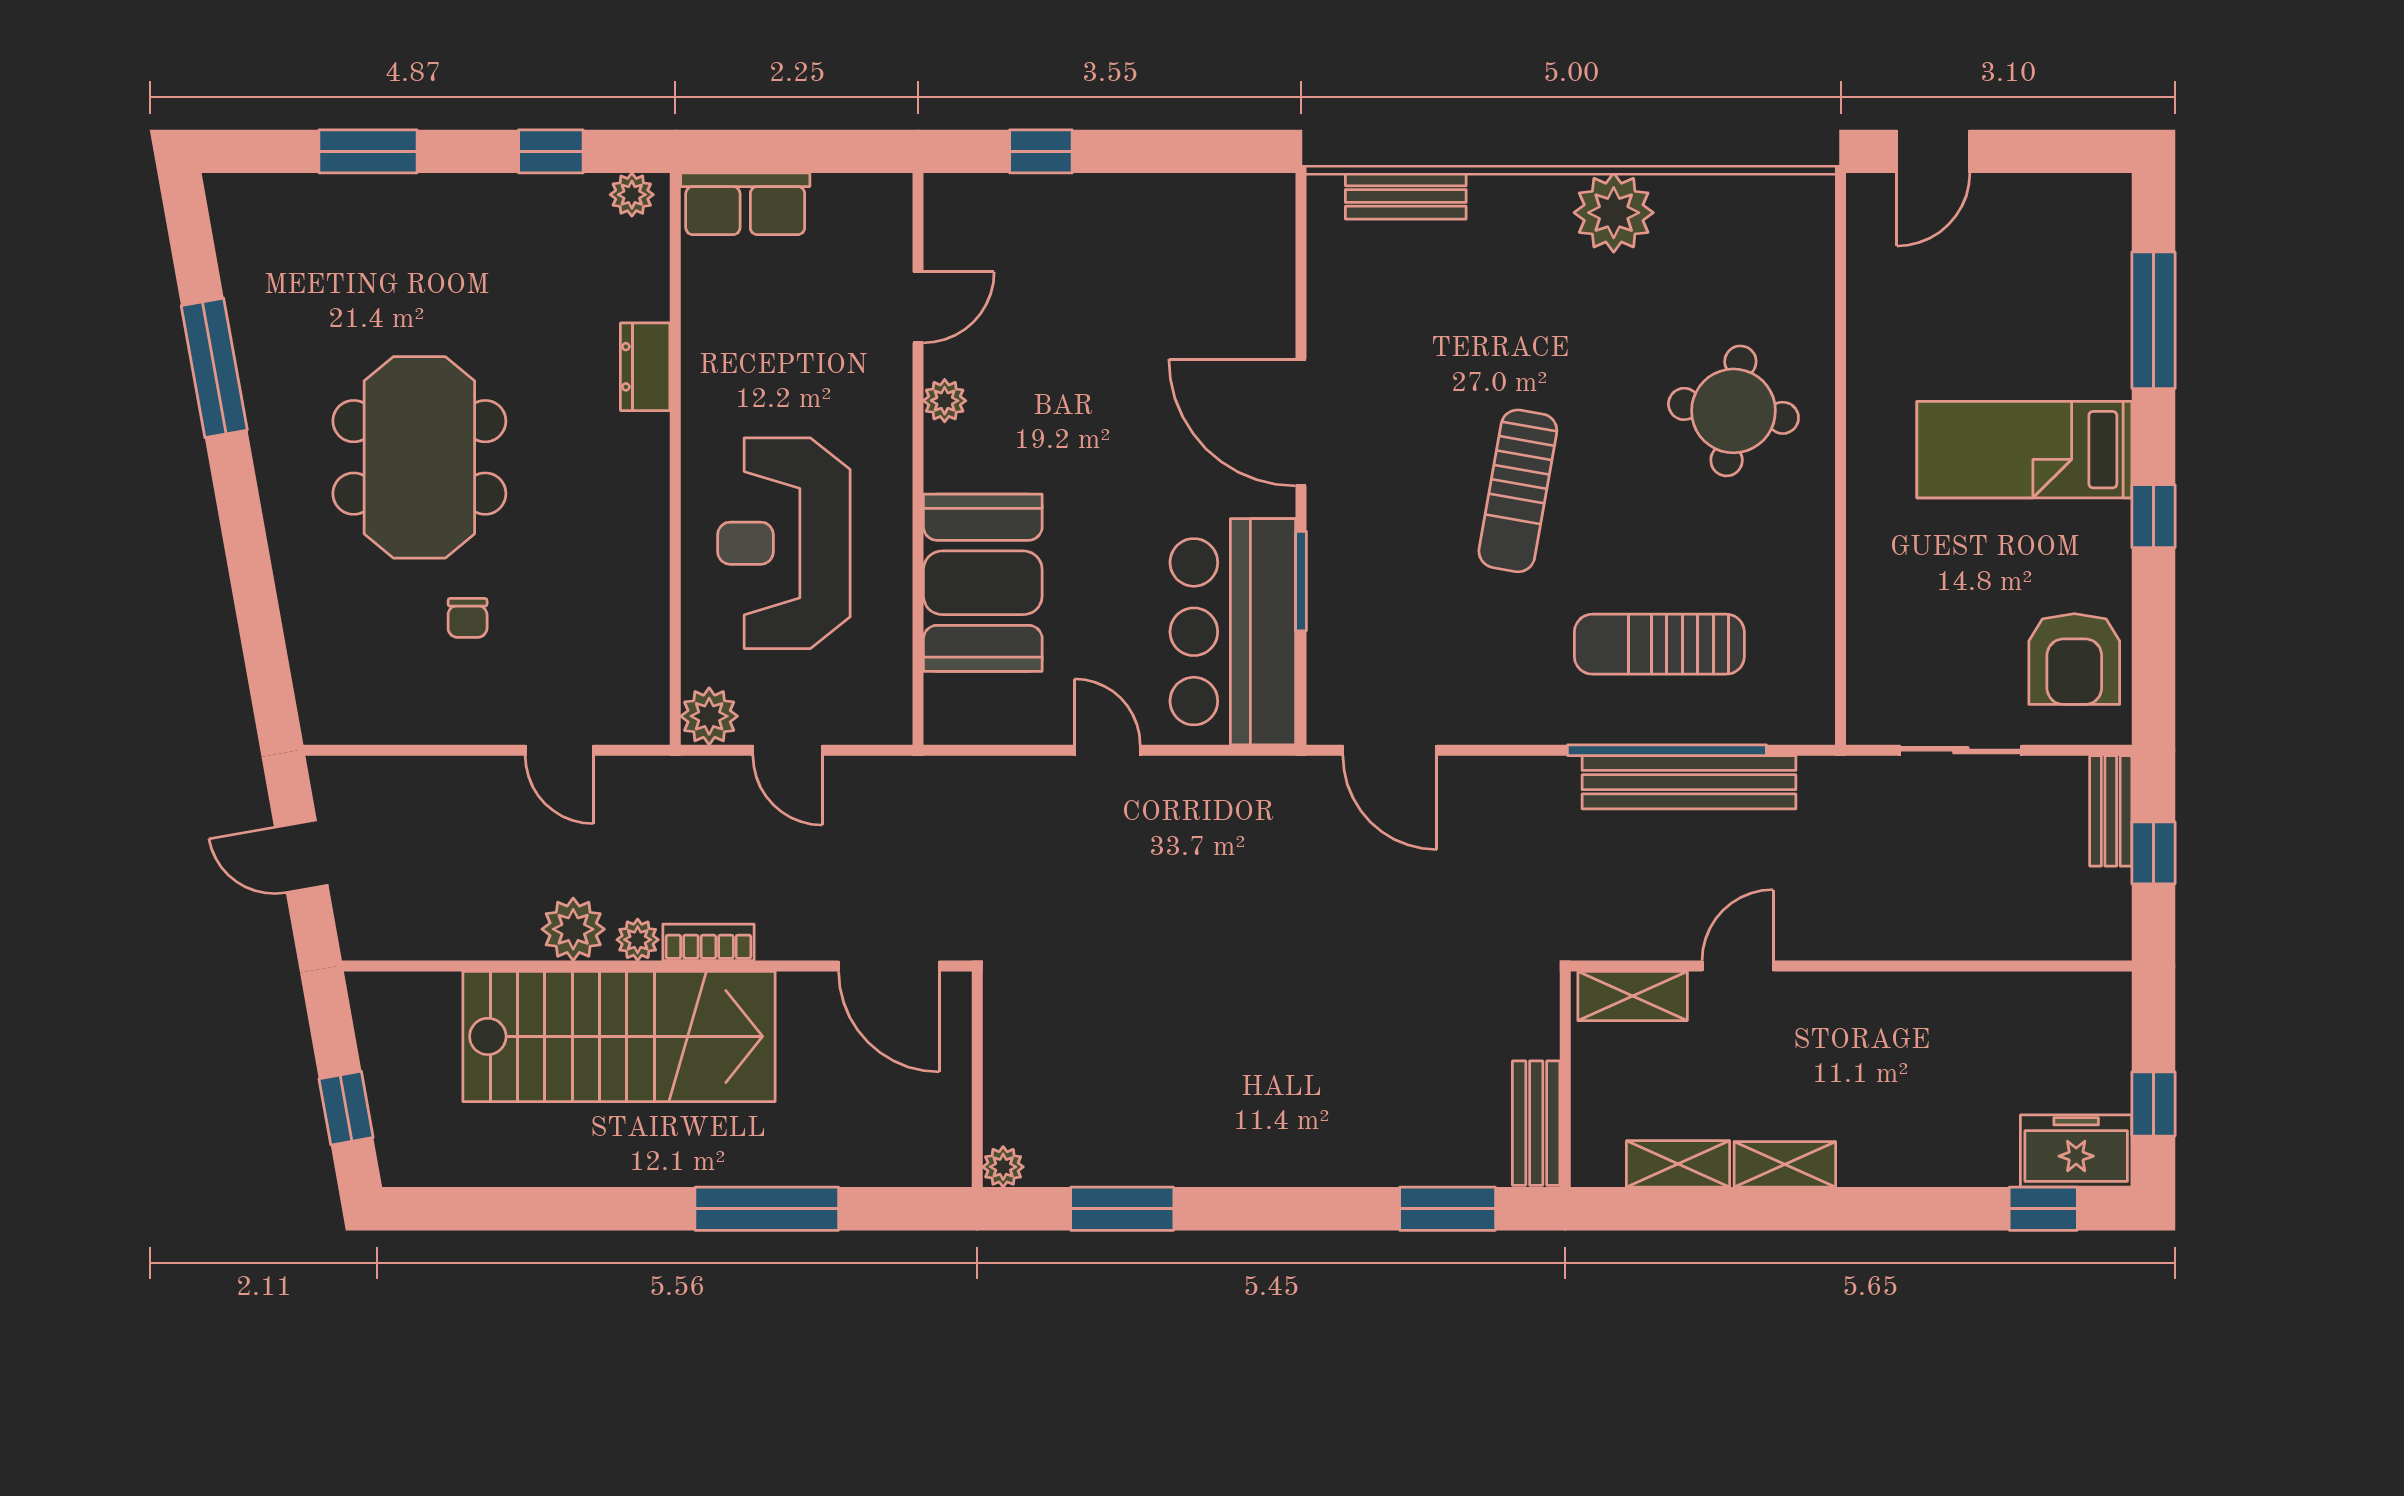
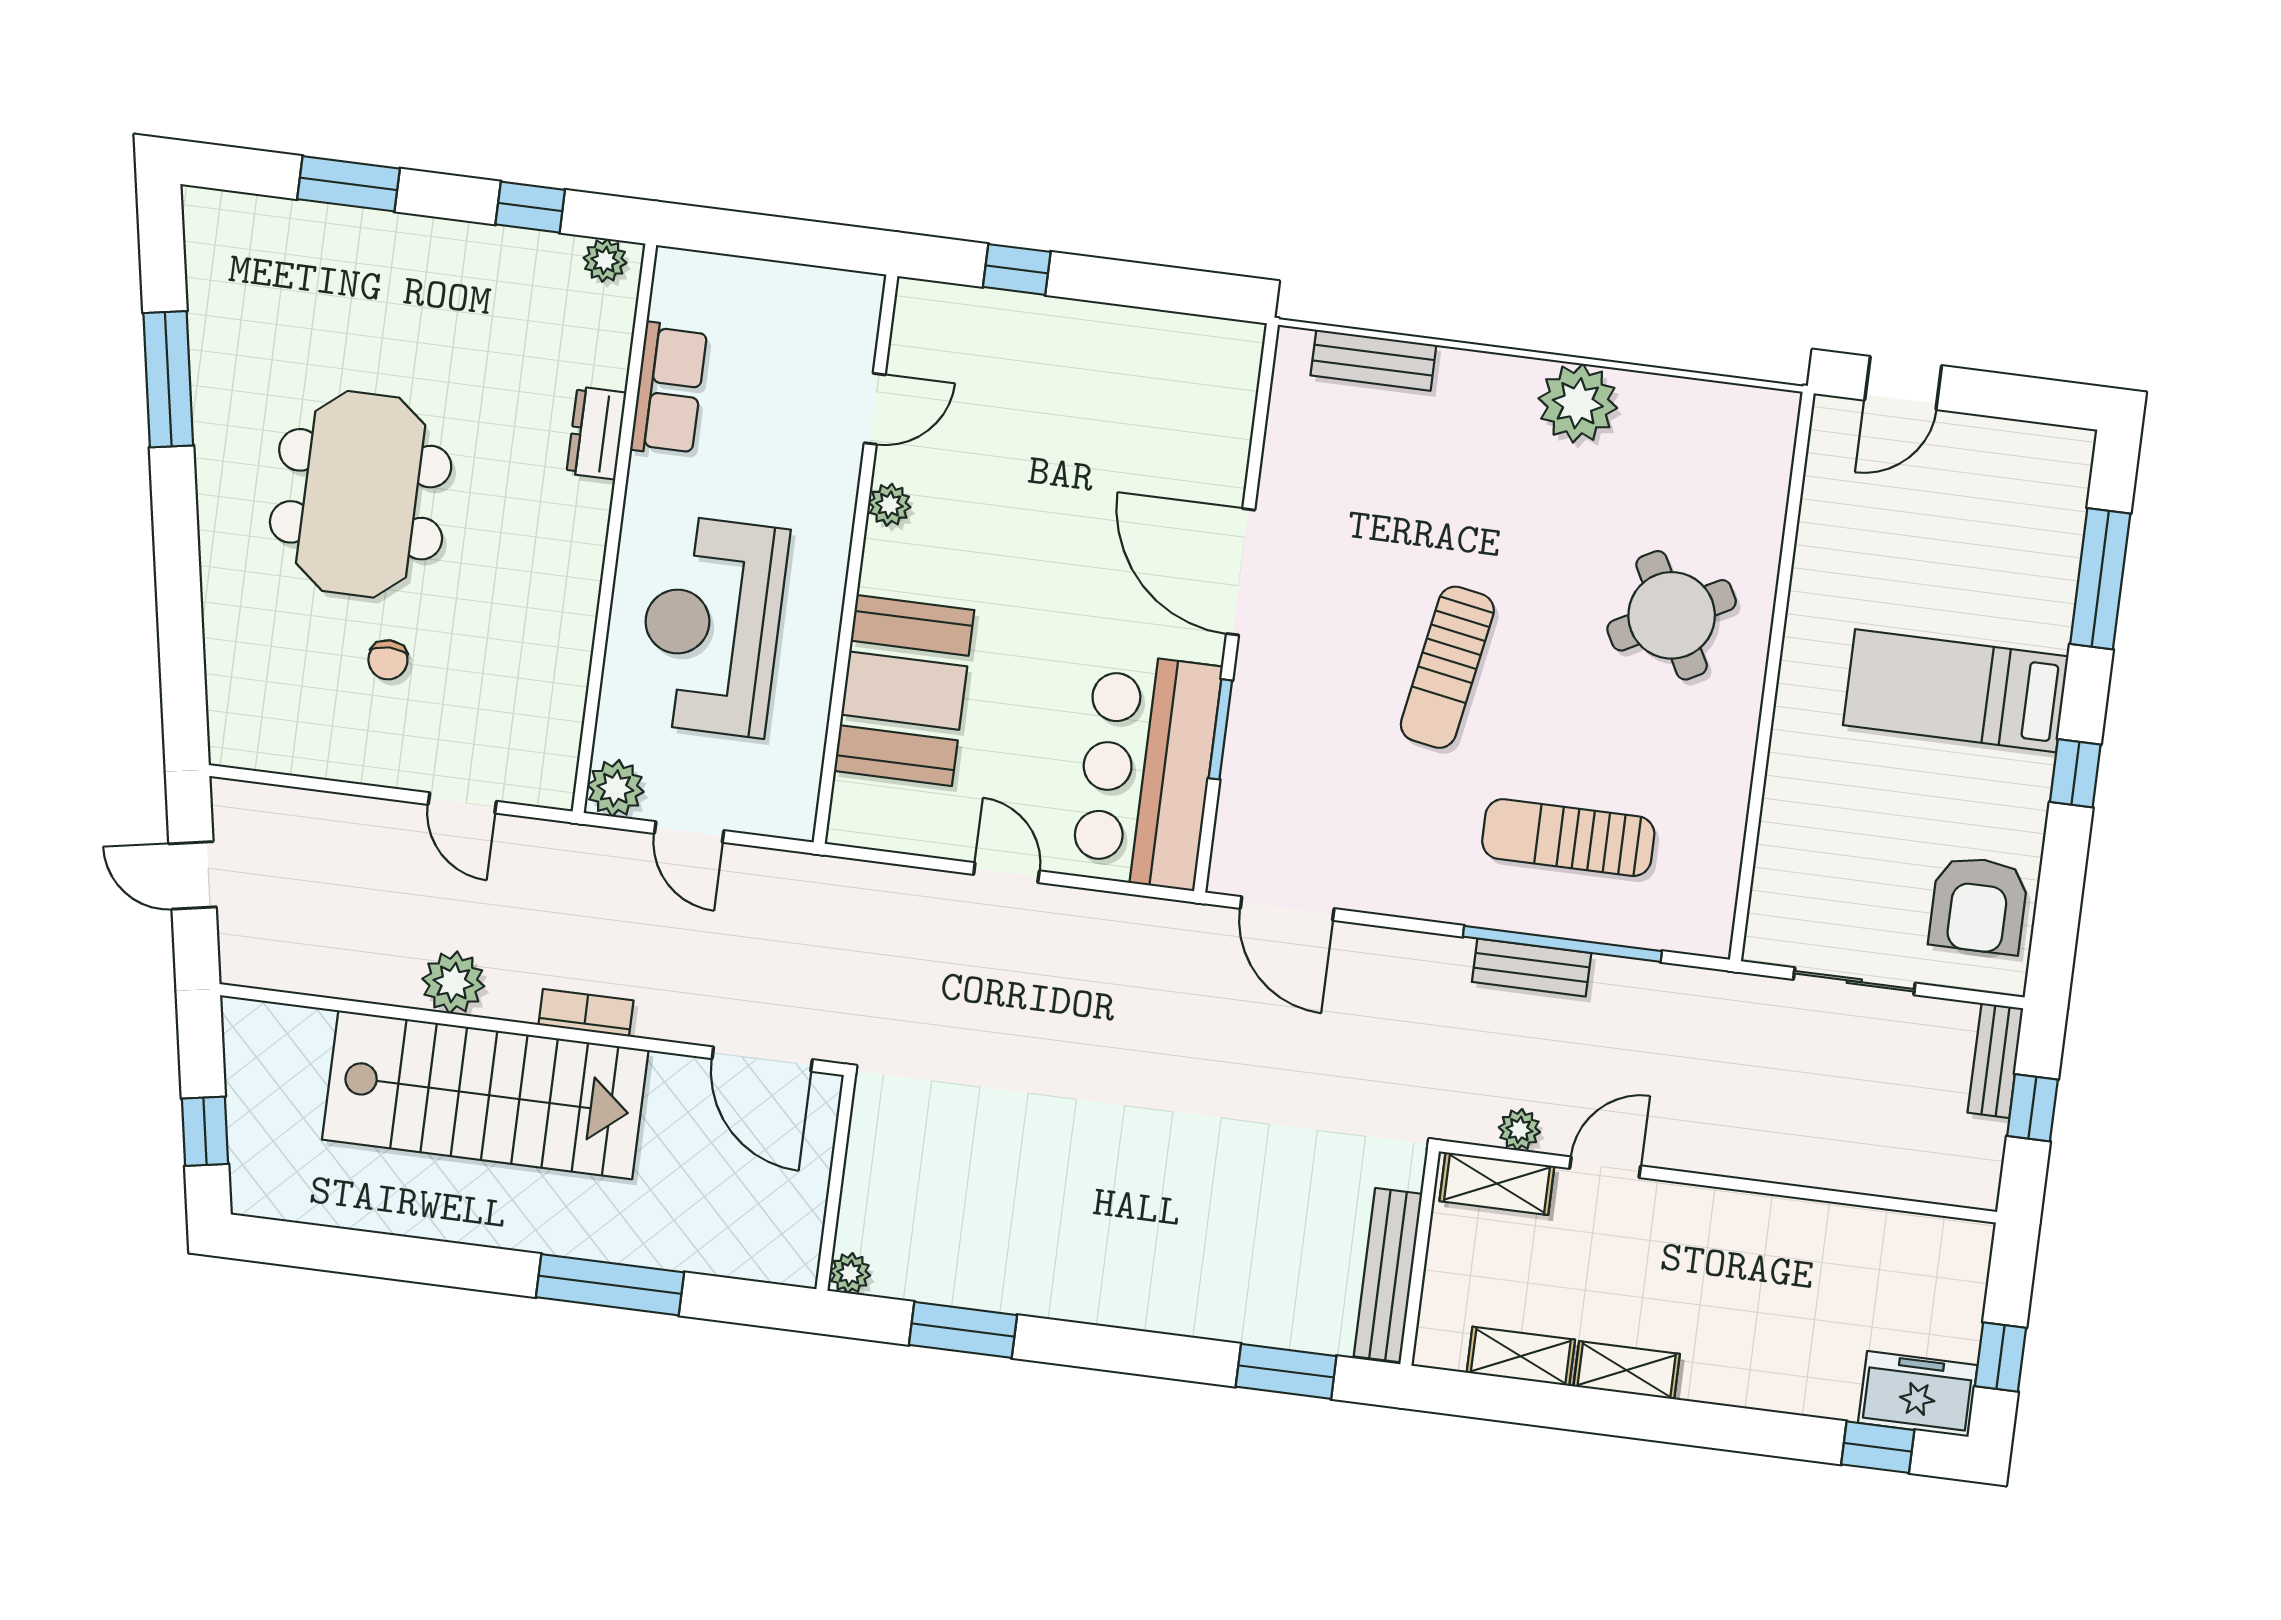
row of seats: (745, 204) -> (669, 389), moved, turned -90
round table: (1733, 411) -> (1672, 615), turned -36
bench: (1689, 782) -> (1532, 967), width x0.54, depth x0.82
plant: (638, 940) -> (1519, 1130), moved
bench: (1536, 1123) -> (1388, 1275), width x1.36

